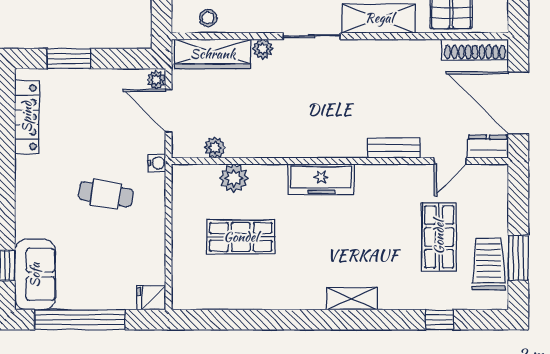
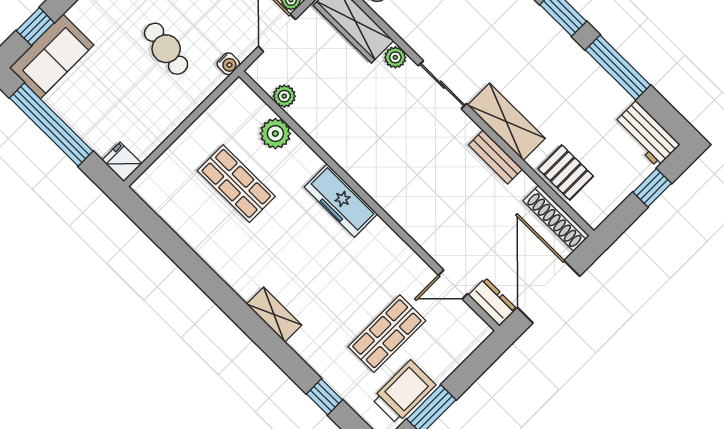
bench: (394, 148) -> (495, 157), moved

